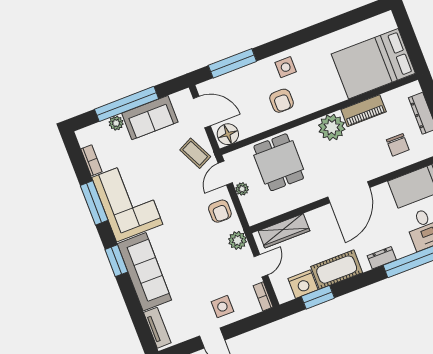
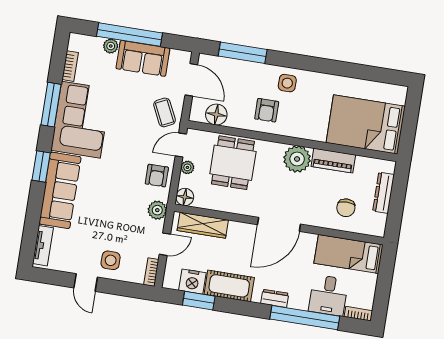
floor lamp: (228, 134) -> (216, 115), moved
floor lamp: (255, 216) -> (185, 197), added

